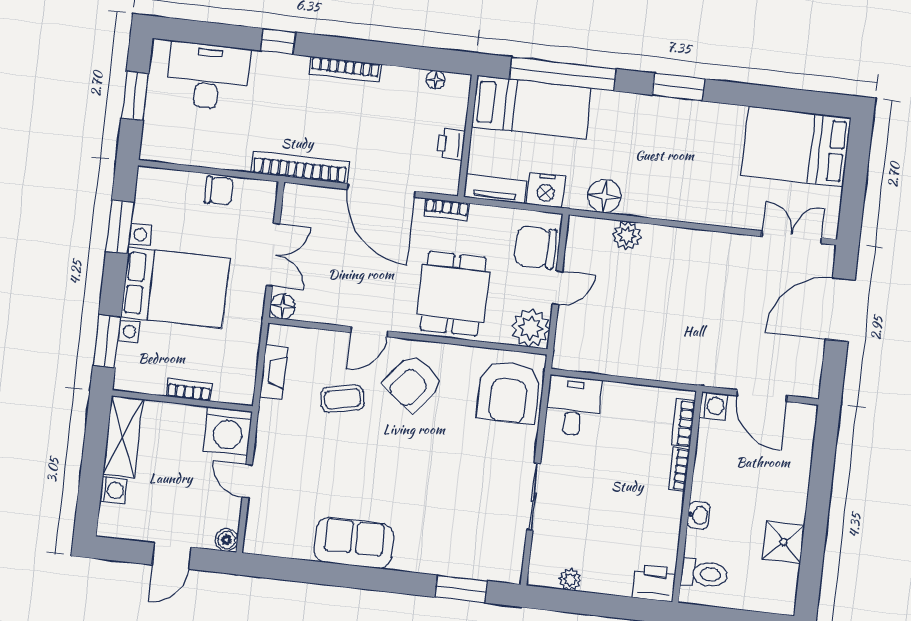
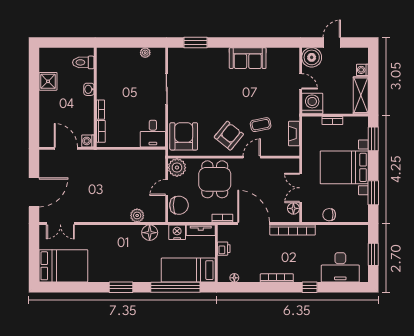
floor lamp: (282, 307) -> (293, 208), moved
boiler: (226, 540) -> (312, 57), width x1.86, depth x1.86
printer: (654, 583) -> (106, 55), removed

